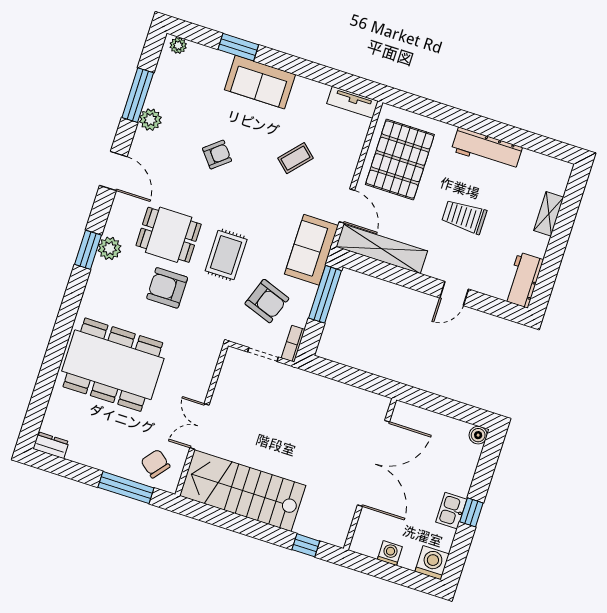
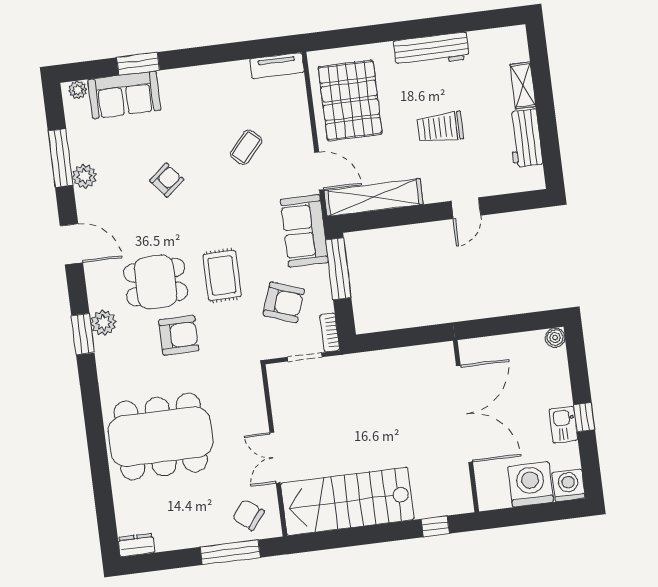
sofa: (260, 82) -> (124, 95), moved
workbench: (523, 280) -> (525, 138), moved
armchair: (167, 288) -> (179, 335), turned 180
washing machine: (390, 553) -> (531, 484), width x1.89, depth x1.89

